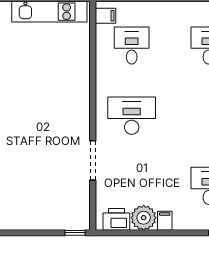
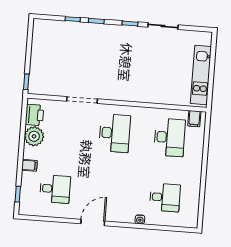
desk: (132, 45) -> (170, 137), width x1.37
filing cabinet: (165, 221) -> (29, 165), moved

